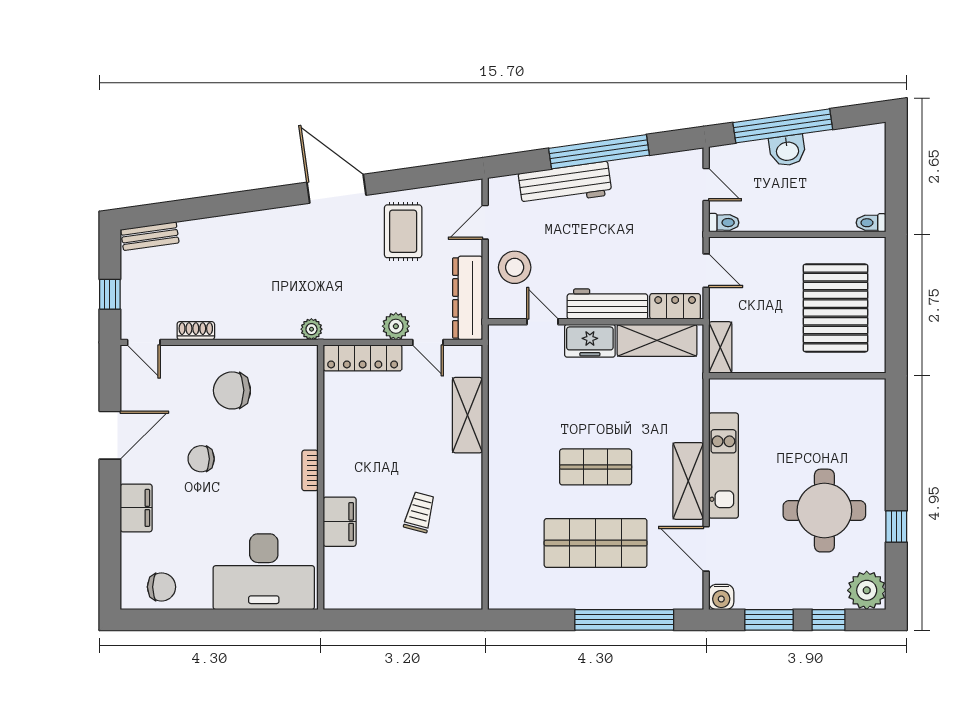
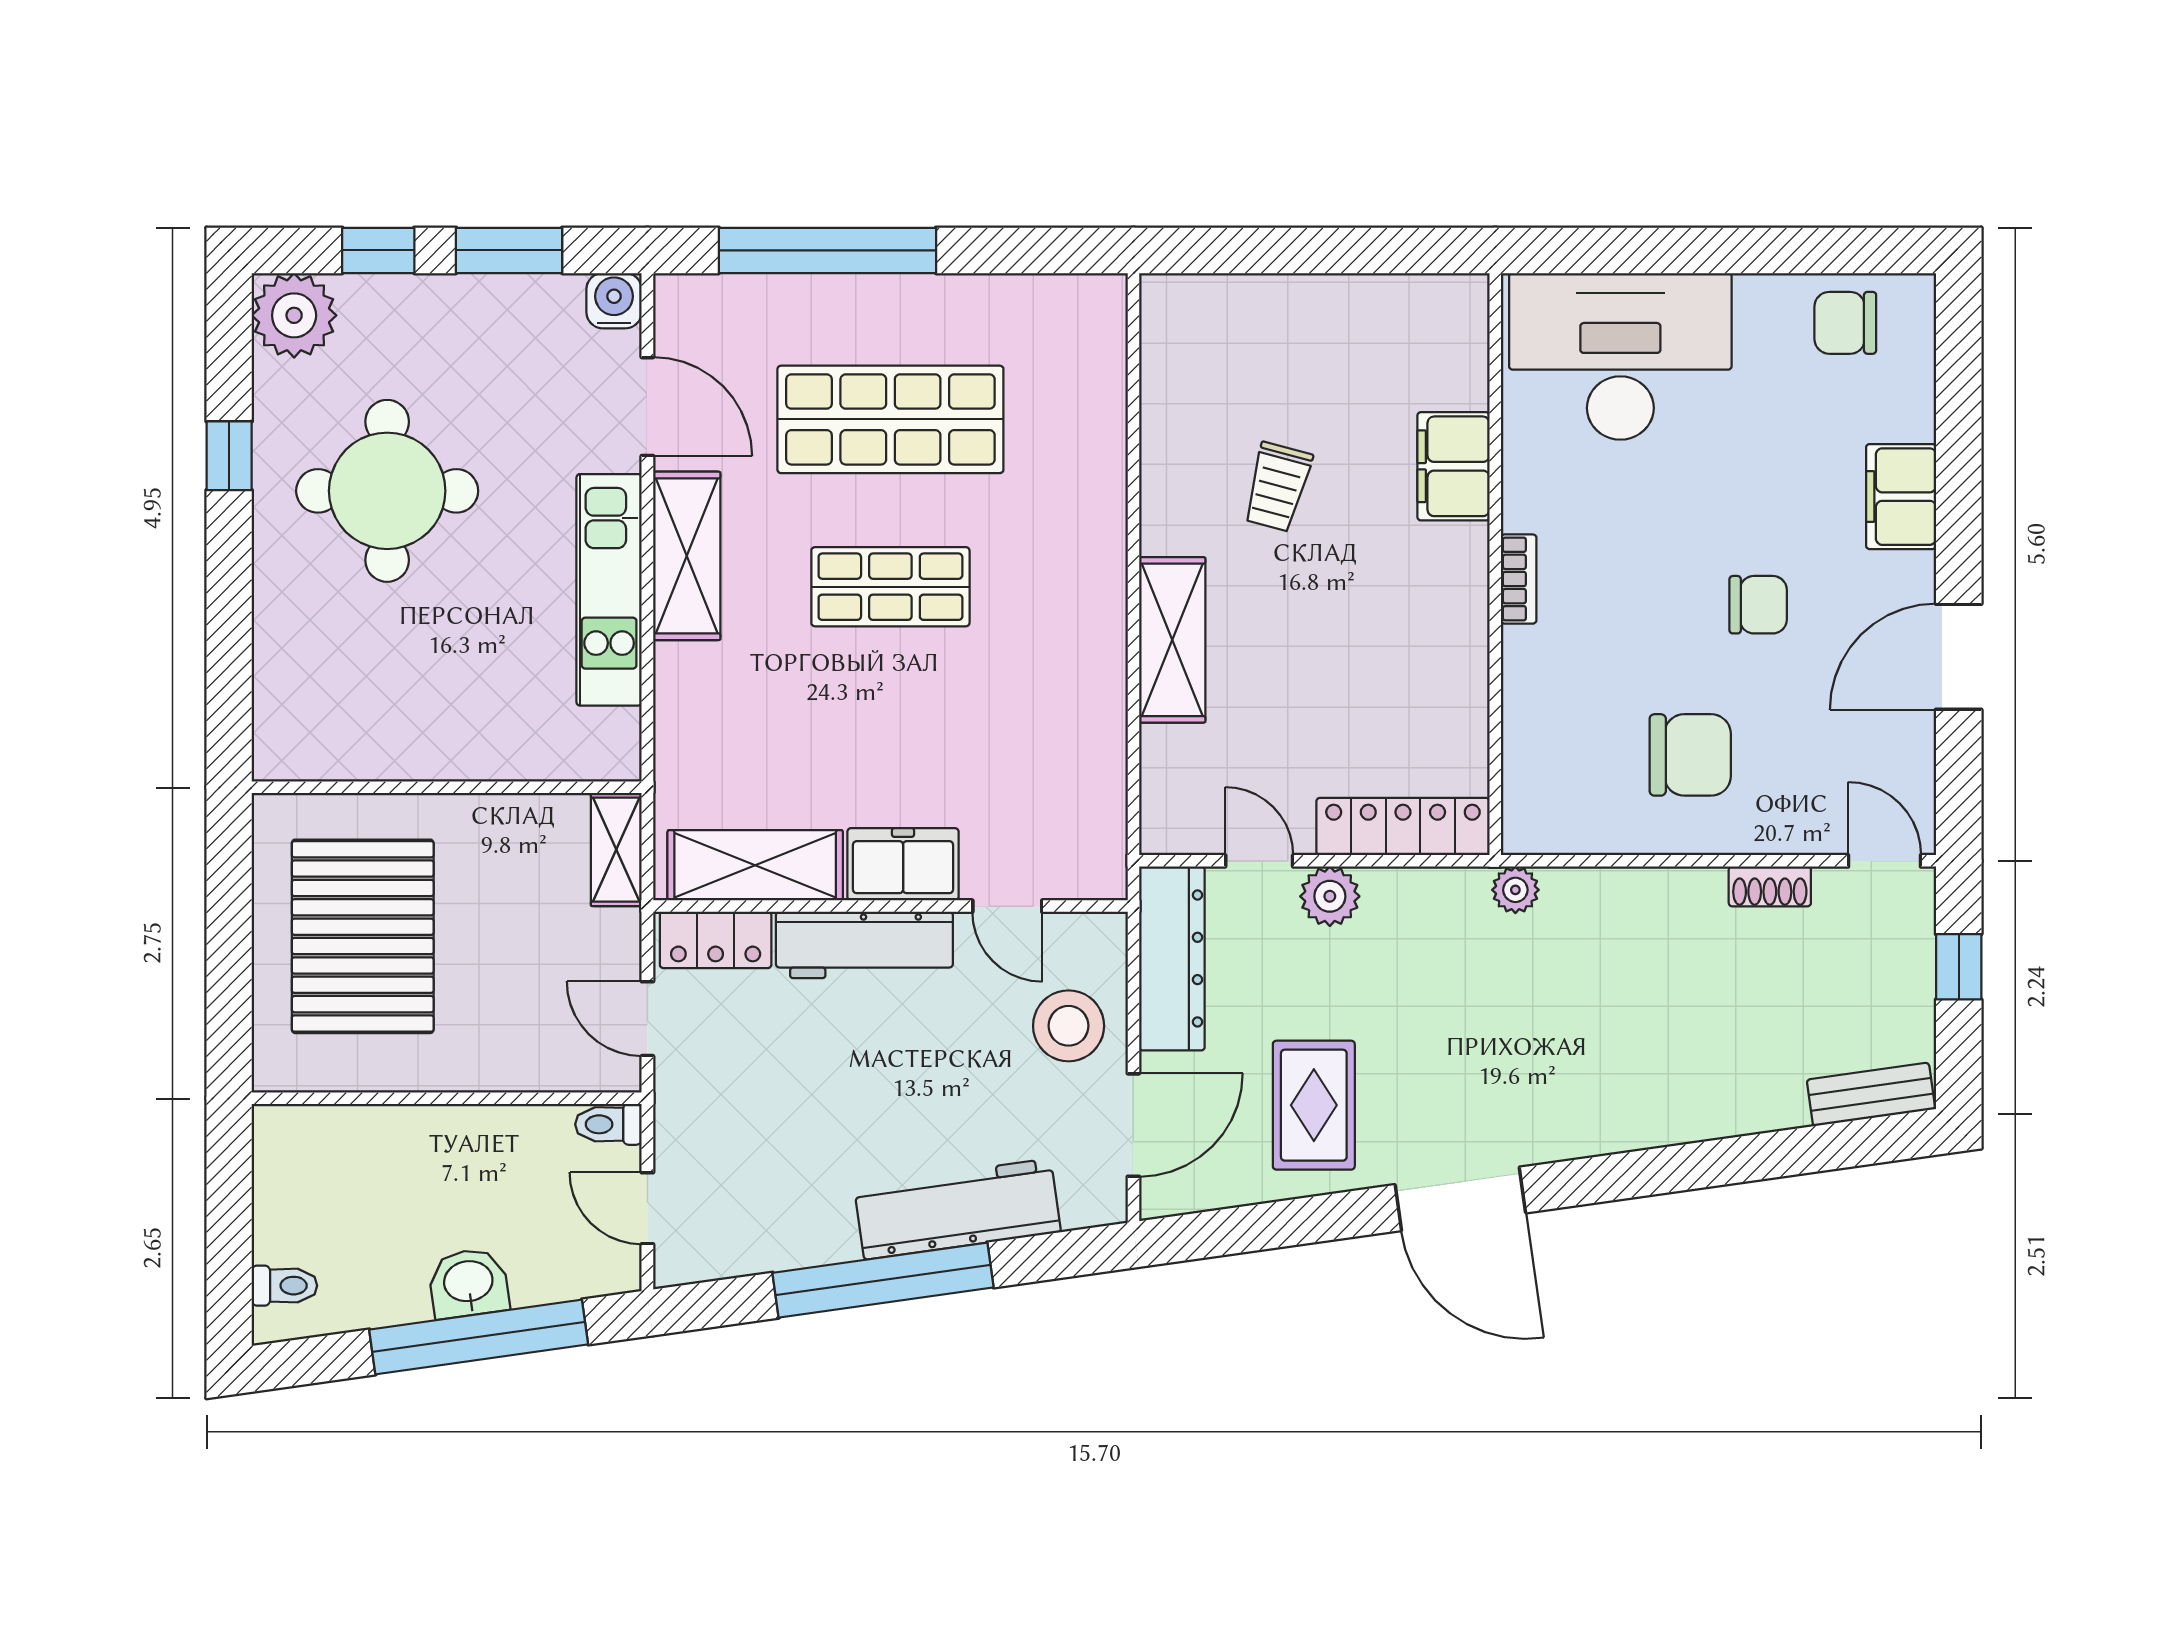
door: (485, 222) -> (1133, 1125), width x1.38
toilet: (871, 223) -> (284, 1286), moved
shelving: (467, 415) -> (1172, 640), moved

